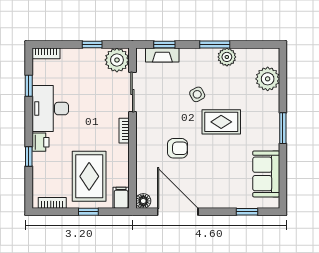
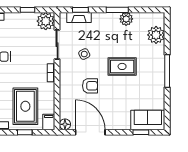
side table: (197, 94) -> (84, 54), moved
window: (283, 128) -> (167, 71), width x1.44
sofa: (266, 174) -> (148, 120), moved, turned 90

